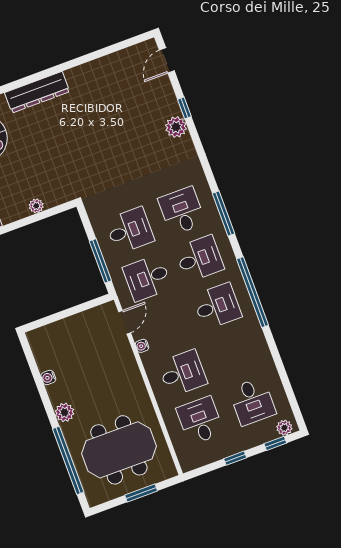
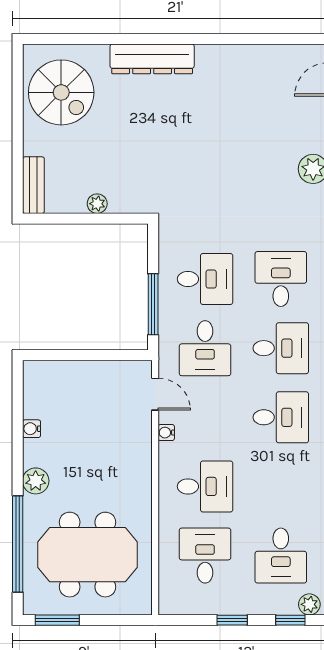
desk: (147, 278) -> (205, 348), turned -90
door: (125, 322) -> (155, 394), hinge flipped
window: (141, 493) -> (57, 620), moved

